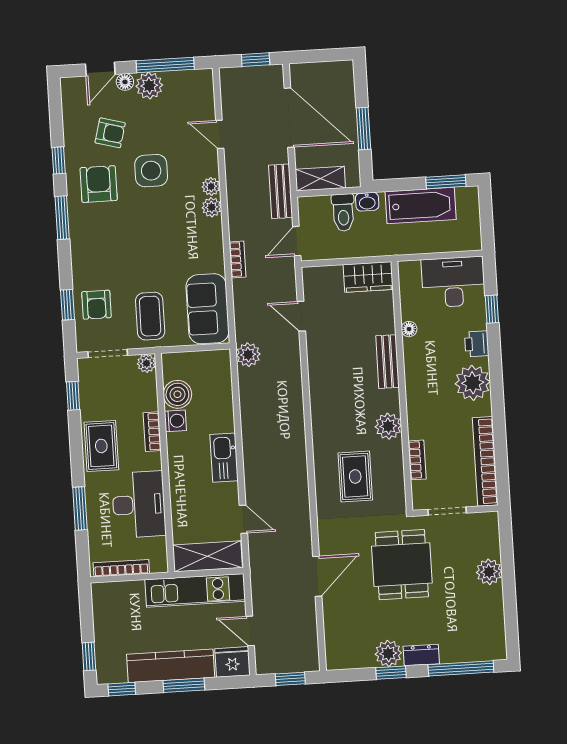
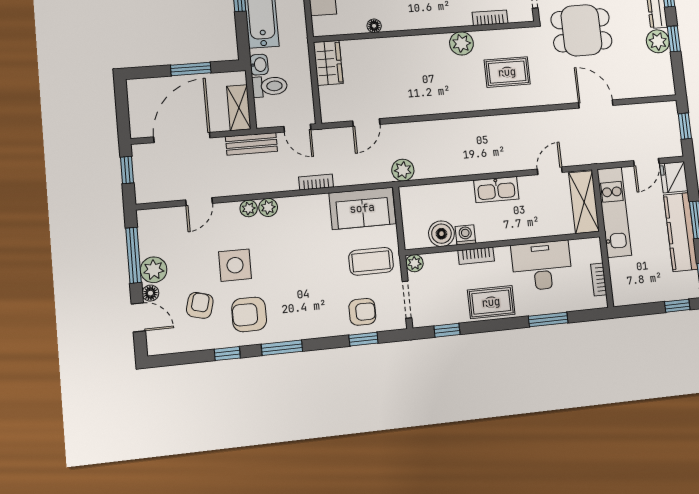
bench: (387, 362) -> (404, 45), removed
bookcase: (121, 568) -> (599, 279), width x0.64

